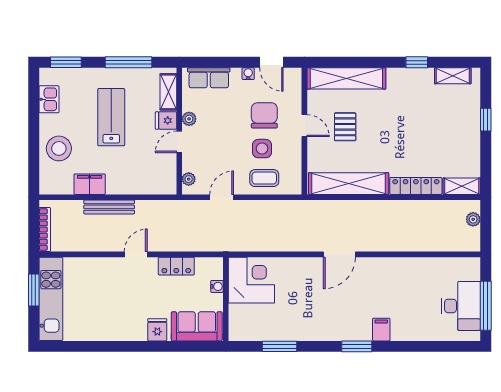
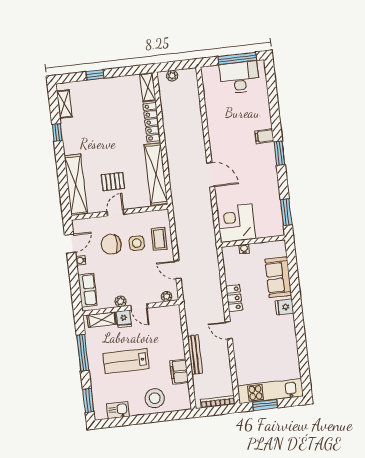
corner desk: (251, 280) -> (236, 223), moved
water cooler: (217, 286) -> (244, 249), moved
wall: (226, 299) -> (253, 241), moved

